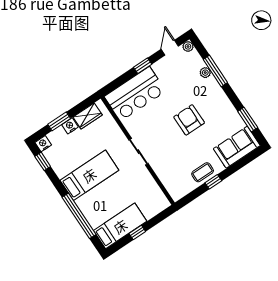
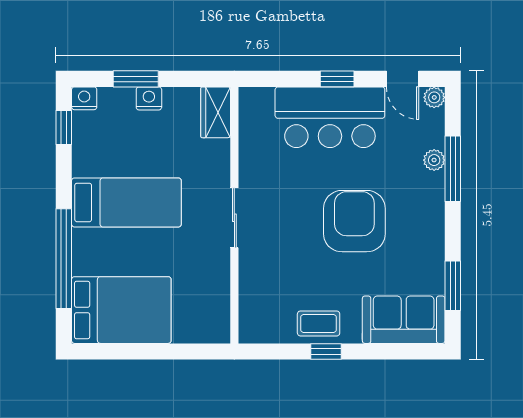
door: (170, 48) -> (403, 79), swing flipped
bar counter: (135, 94) -> (330, 117), moved
wardrobe: (88, 116) -> (216, 112), moved, turned 90
armchair: (189, 120) -> (354, 221), width x1.36, depth x1.36
bed: (120, 226) -> (121, 310), width x1.50
window: (137, 233) -> (143, 351), removed

